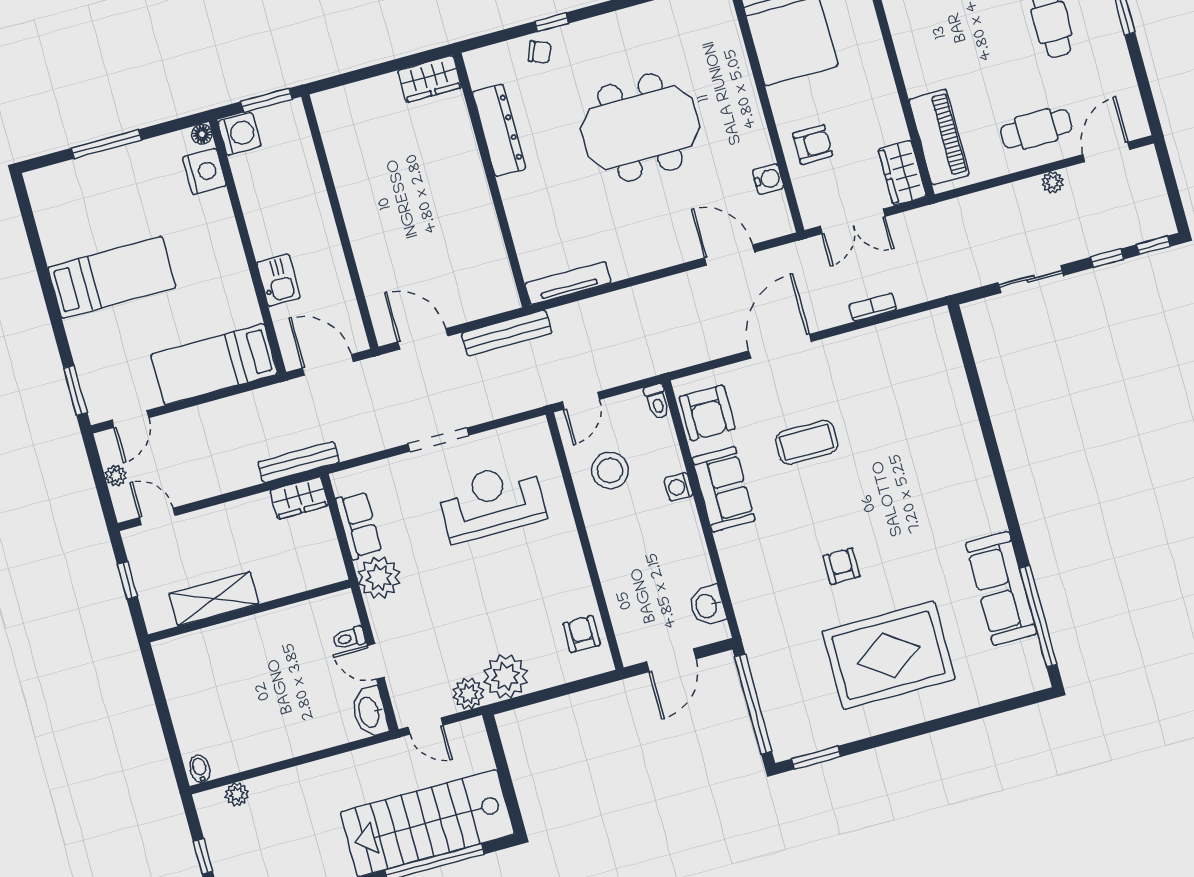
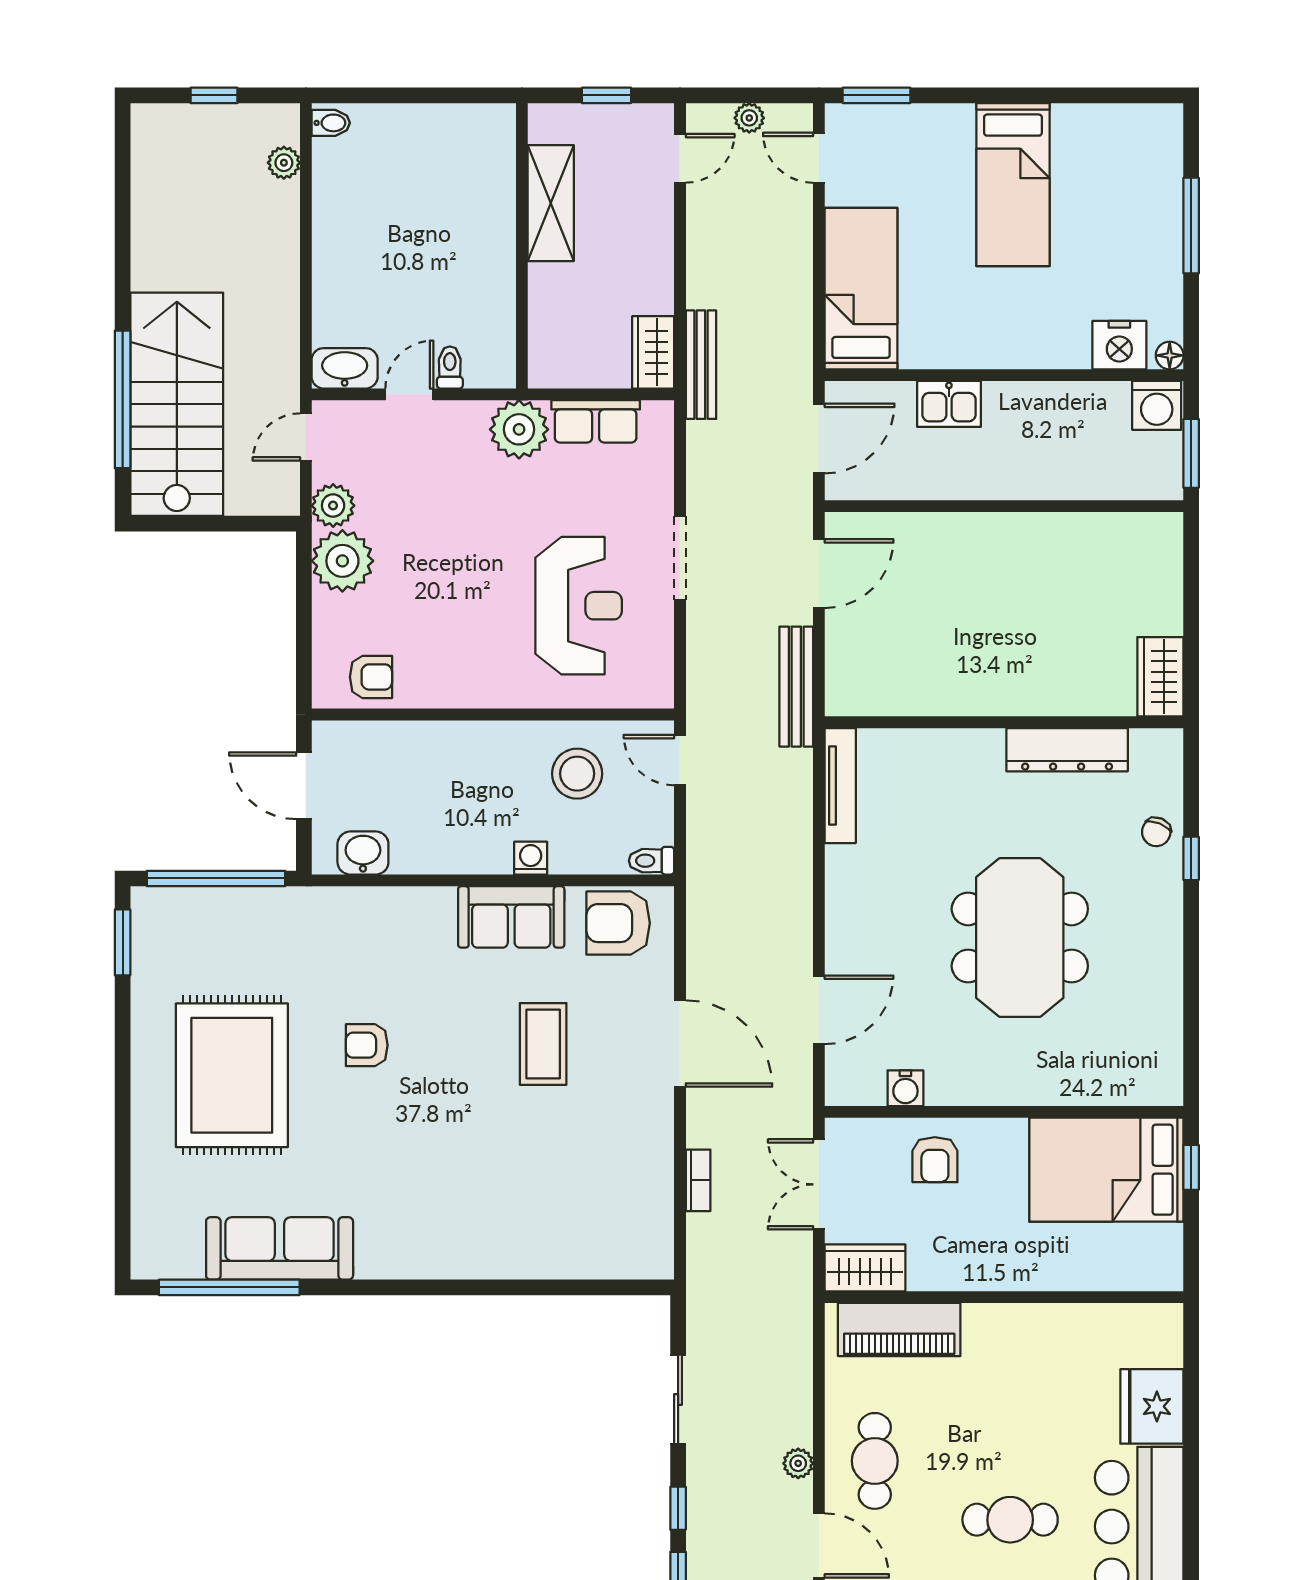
armchair: (841, 566) -> (367, 1045), turned 180

